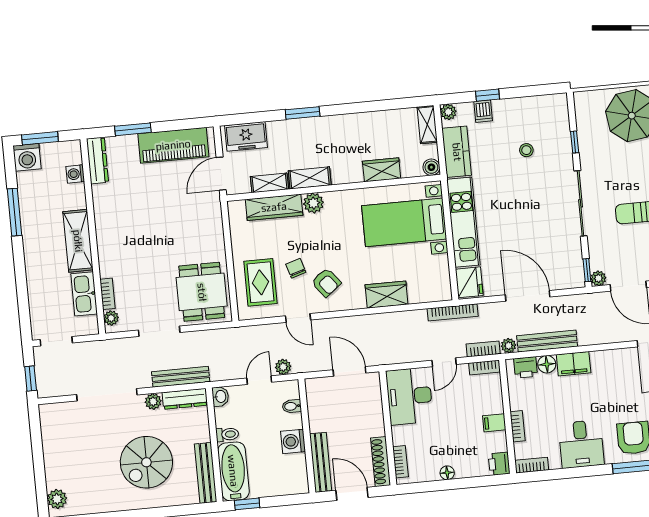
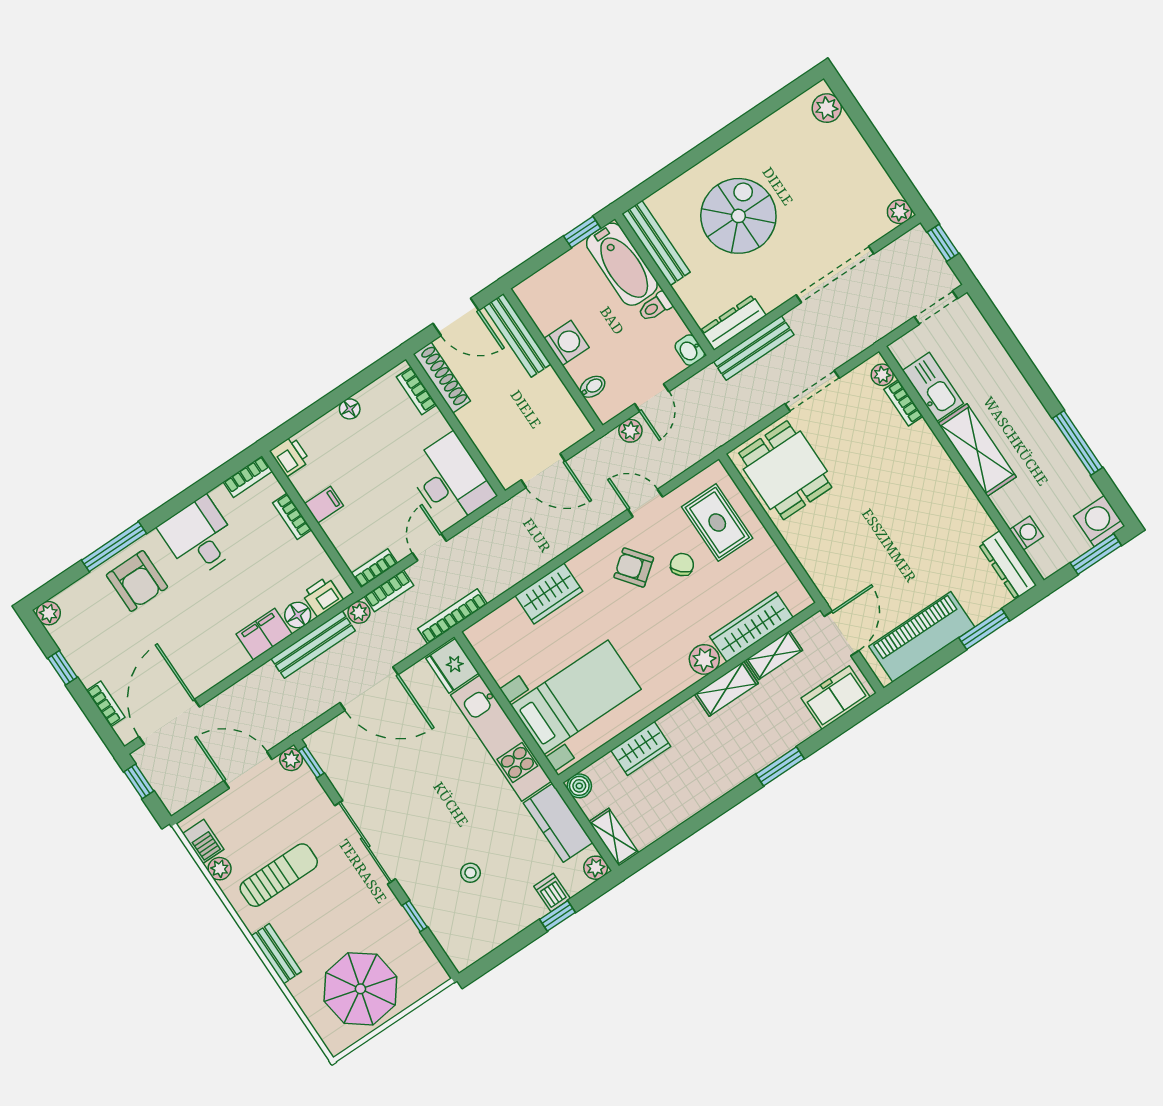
chair: (296, 268) -> (682, 565), turned -119
plant: (153, 402) -> (899, 212), moved

